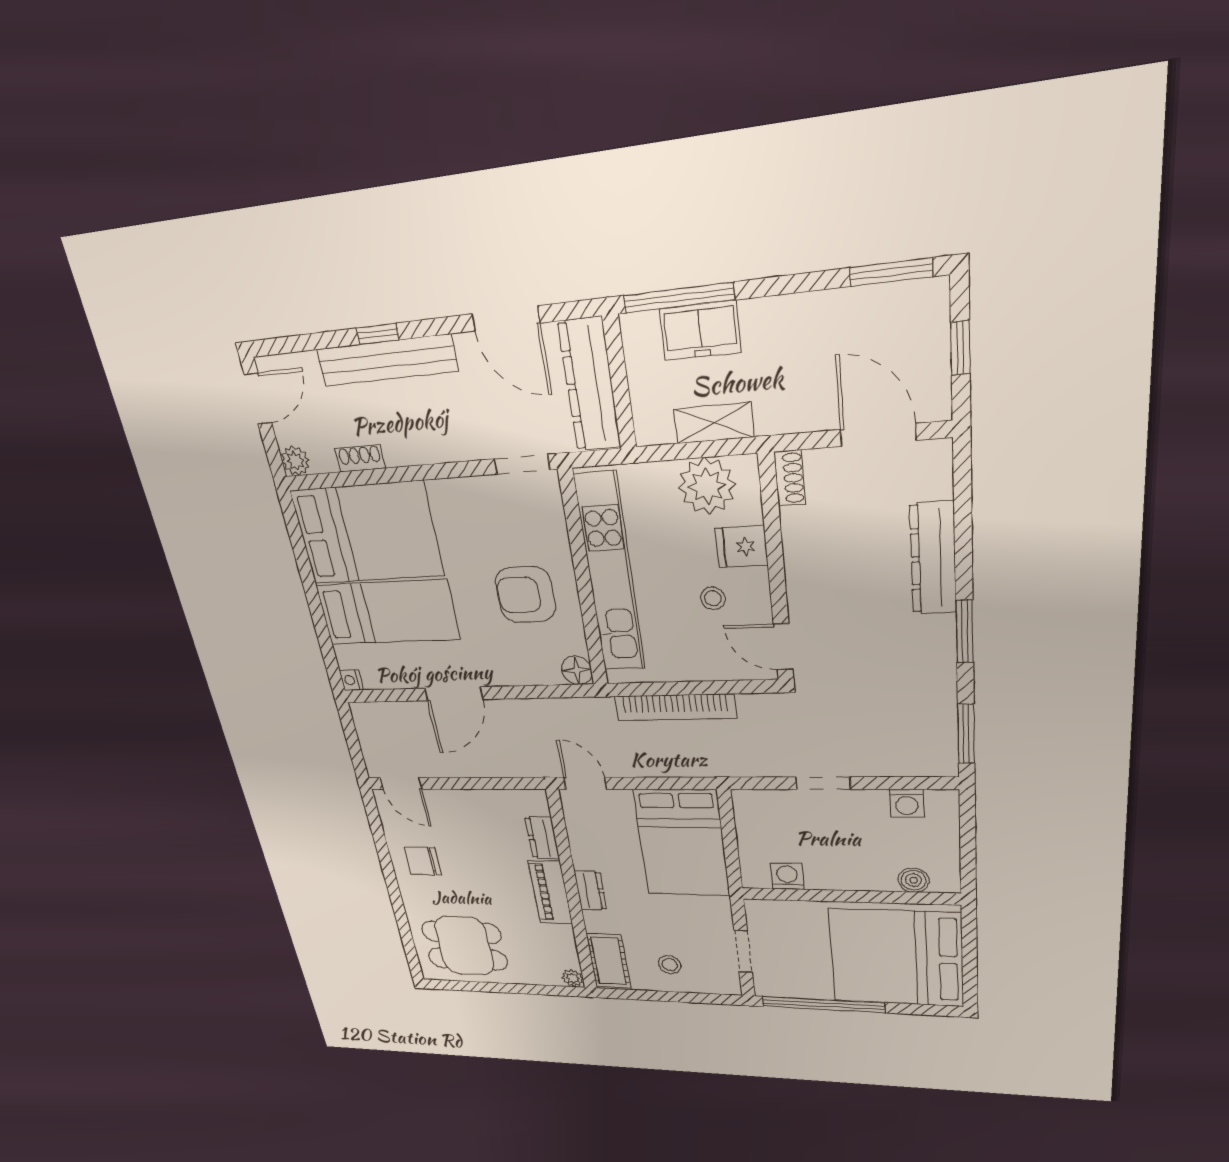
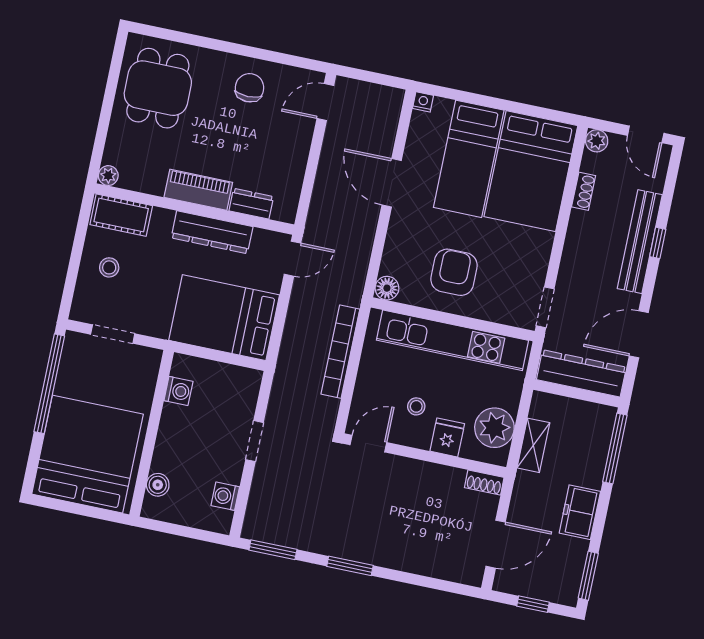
freezer: (700, 331) -> (580, 512), moved
dresser: (933, 559) -> (406, 558), removed
dresser: (590, 891) -> (212, 232), width x1.96, depth x1.24

